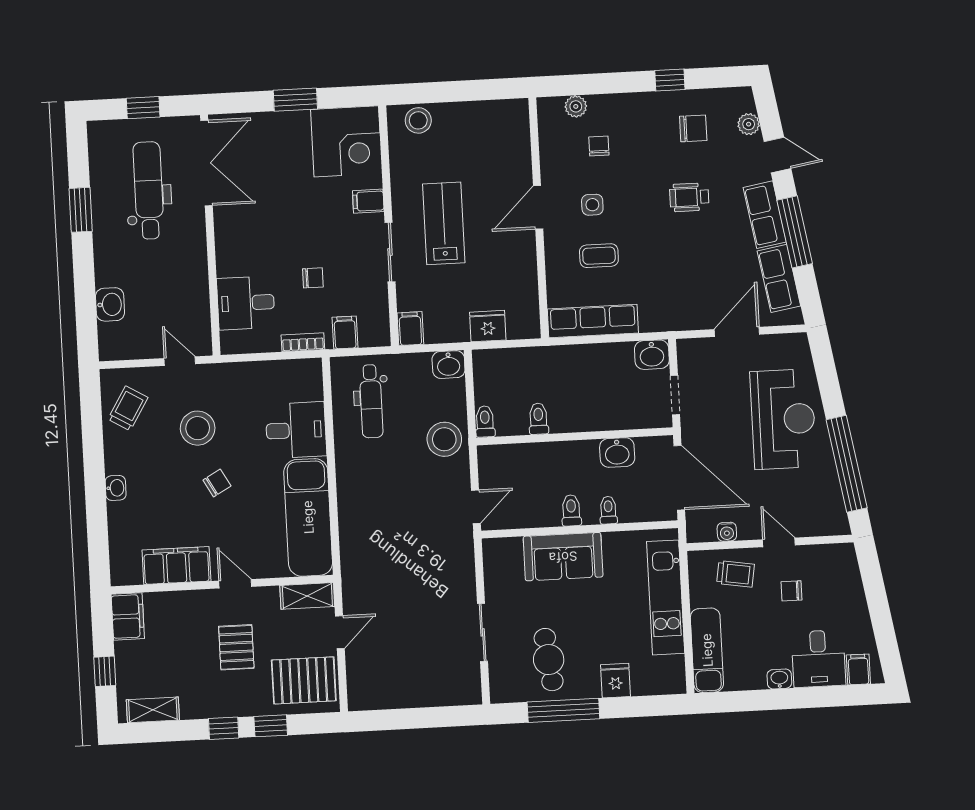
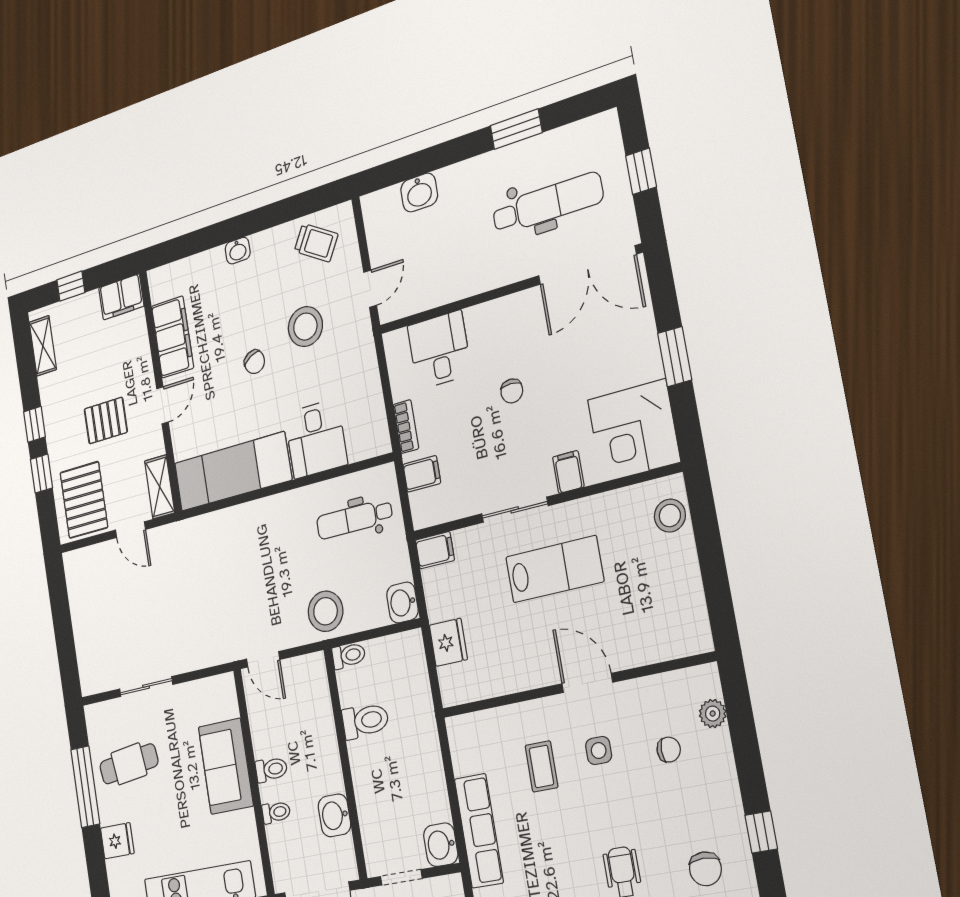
chair: (313, 278) -> (512, 391), moved
row of seats: (593, 321) -> (479, 831), moved
toilet: (538, 419) -> (365, 721), width x1.37, depth x1.39

